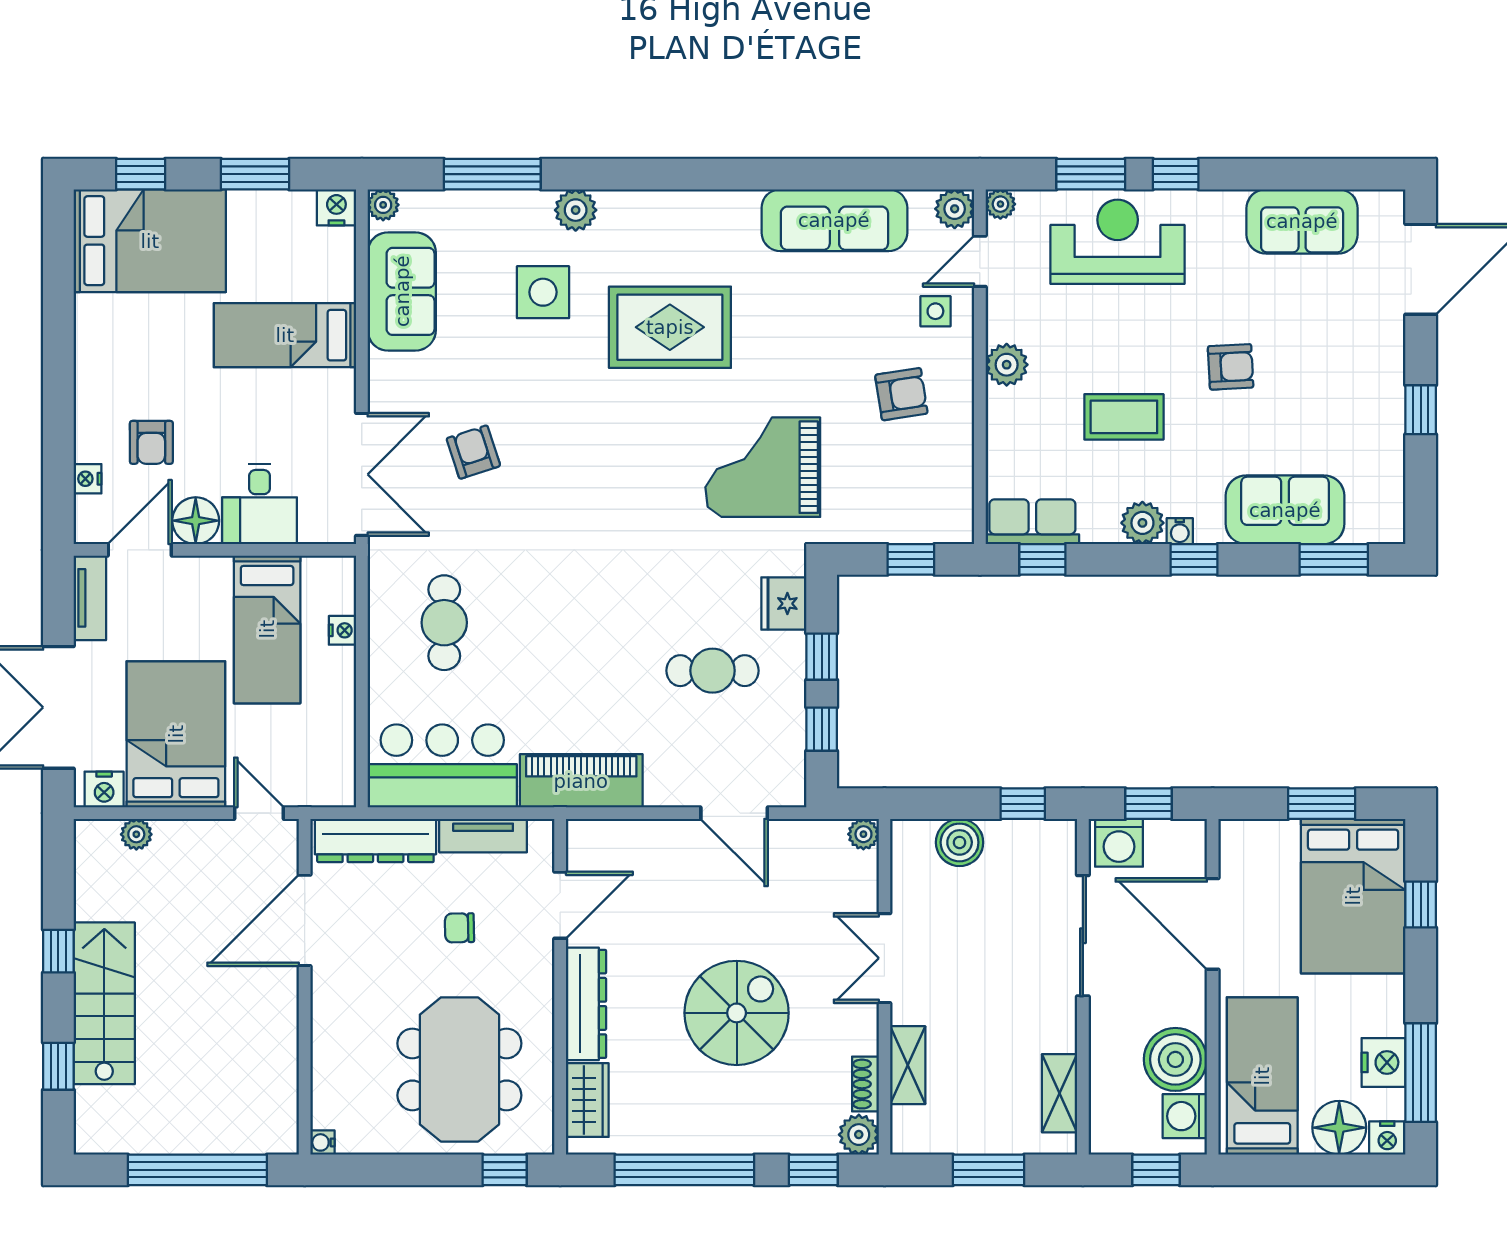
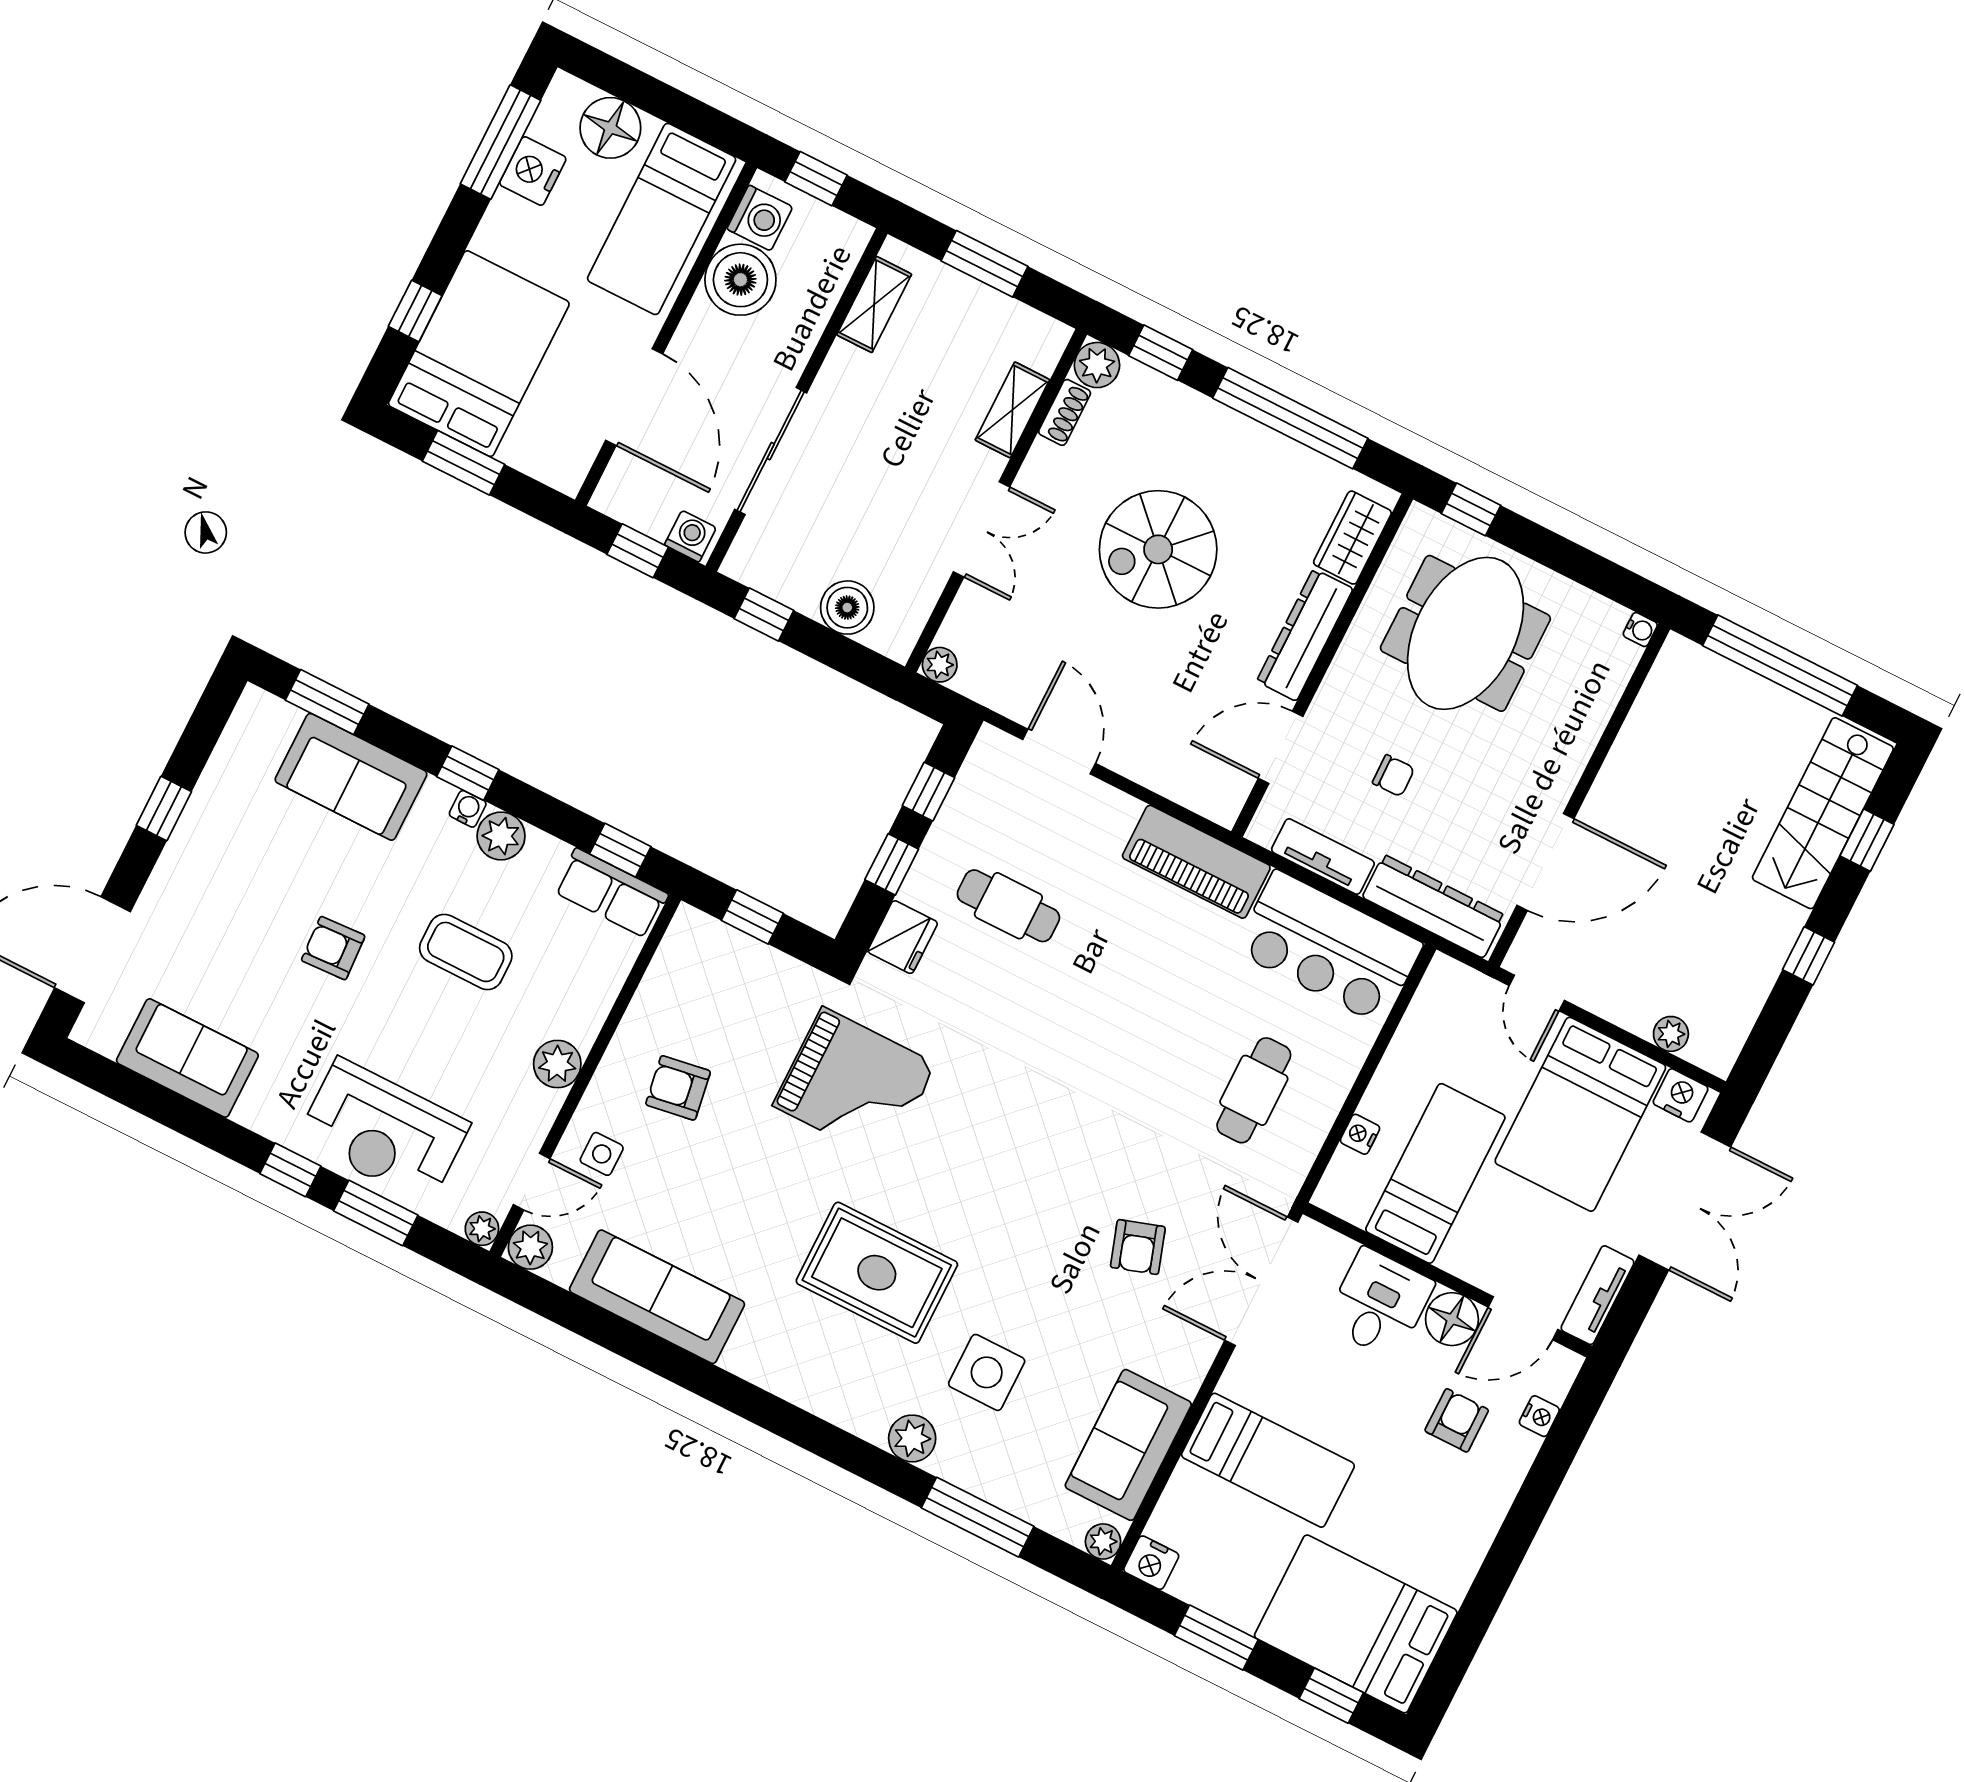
washing machine: (1119, 843) -> (690, 536), width x0.73, depth x0.73
stairs: (104, 1003) -> (1823, 813), moved
nightstand: (1387, 1138) -> (567, 93), removed

